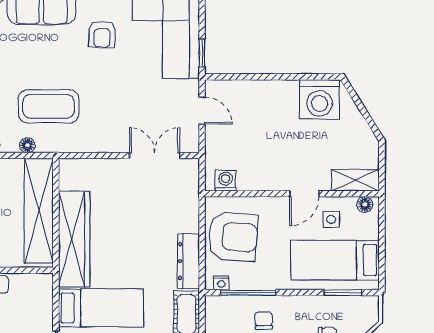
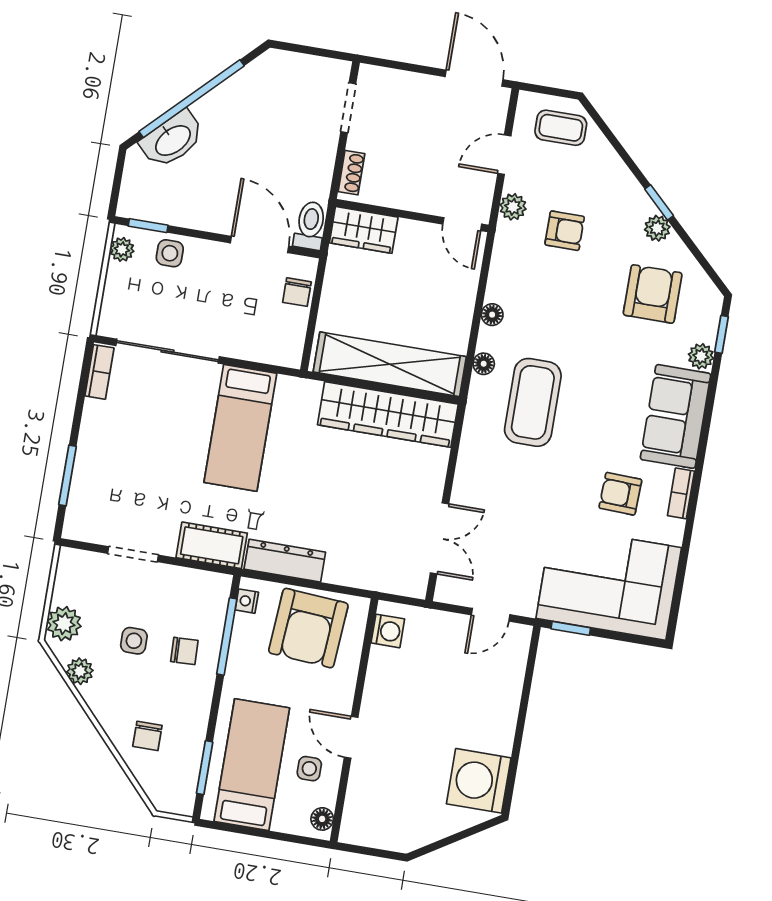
shelving: (355, 180) -> (358, 811), removed
wardrobe: (74, 239) -> (388, 414), moved

